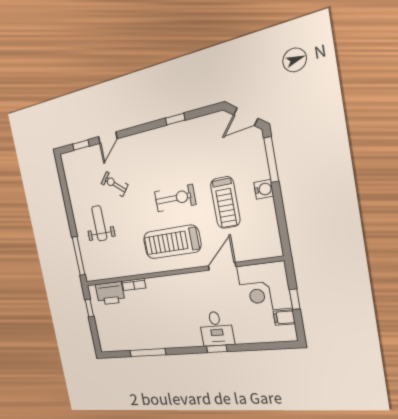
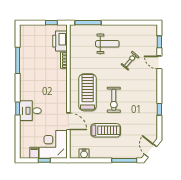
water cooler: (264, 189) -> (84, 154), moved
treadmill: (225, 203) -> (106, 130), turned 180

